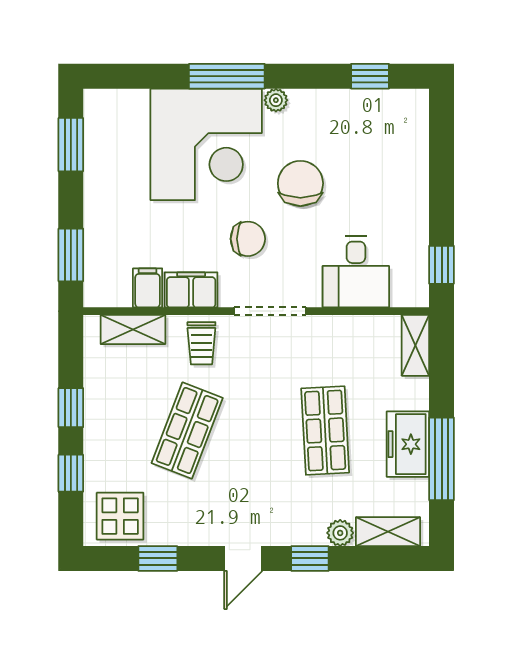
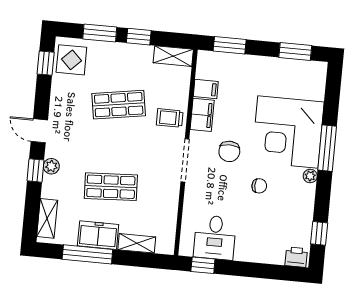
printer: (413, 111) -> (296, 257), added
chair: (300, 183) -> (259, 186), width x0.54, depth x0.54
desk: (356, 272) -> (215, 237), moved, turned -90
shelving: (133, 329) -> (173, 56), moved, turned 90
shelving: (415, 345) -> (137, 243), moved
shop shelf: (187, 430) -> (119, 105), turned -30
window: (71, 473) -> (100, 33), width x1.50
plant: (340, 533) -> (51, 166), moved
window: (158, 558) -> (46, 63), moved

